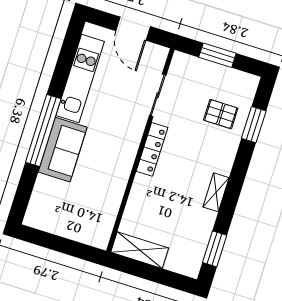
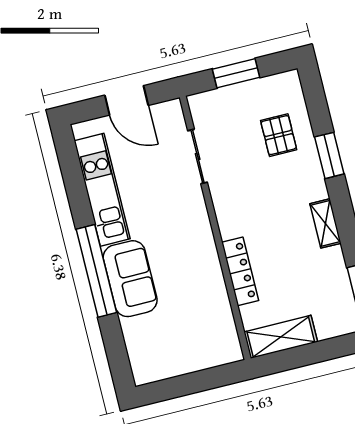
pallet: (221, 114) -> (279, 135), turned 90
window: (254, 125) -> (329, 155), moved
locker: (152, 149) -> (240, 271), moved

